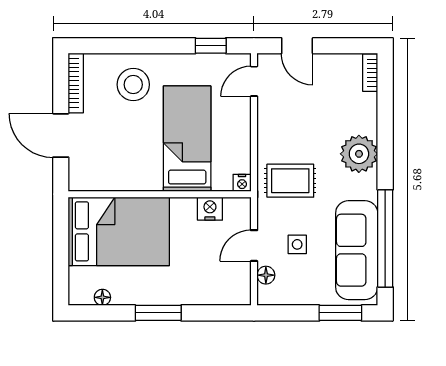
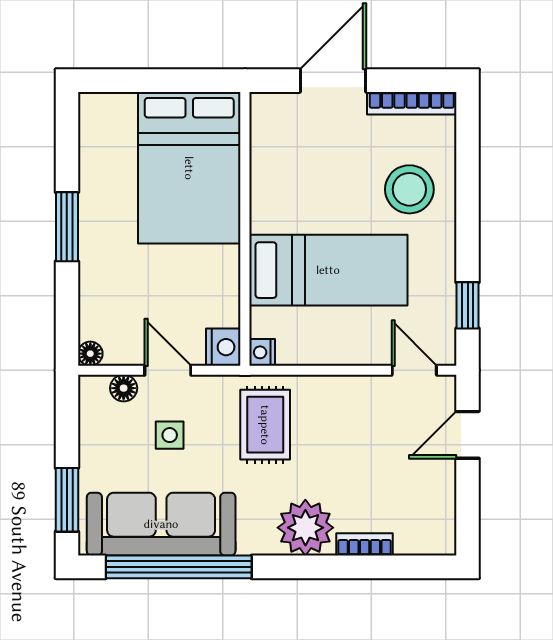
bookcase: (370, 73) -> (365, 544), moved
nightstand: (210, 209) -> (223, 347), moved
floor lamp: (102, 297) -> (90, 354), moved

